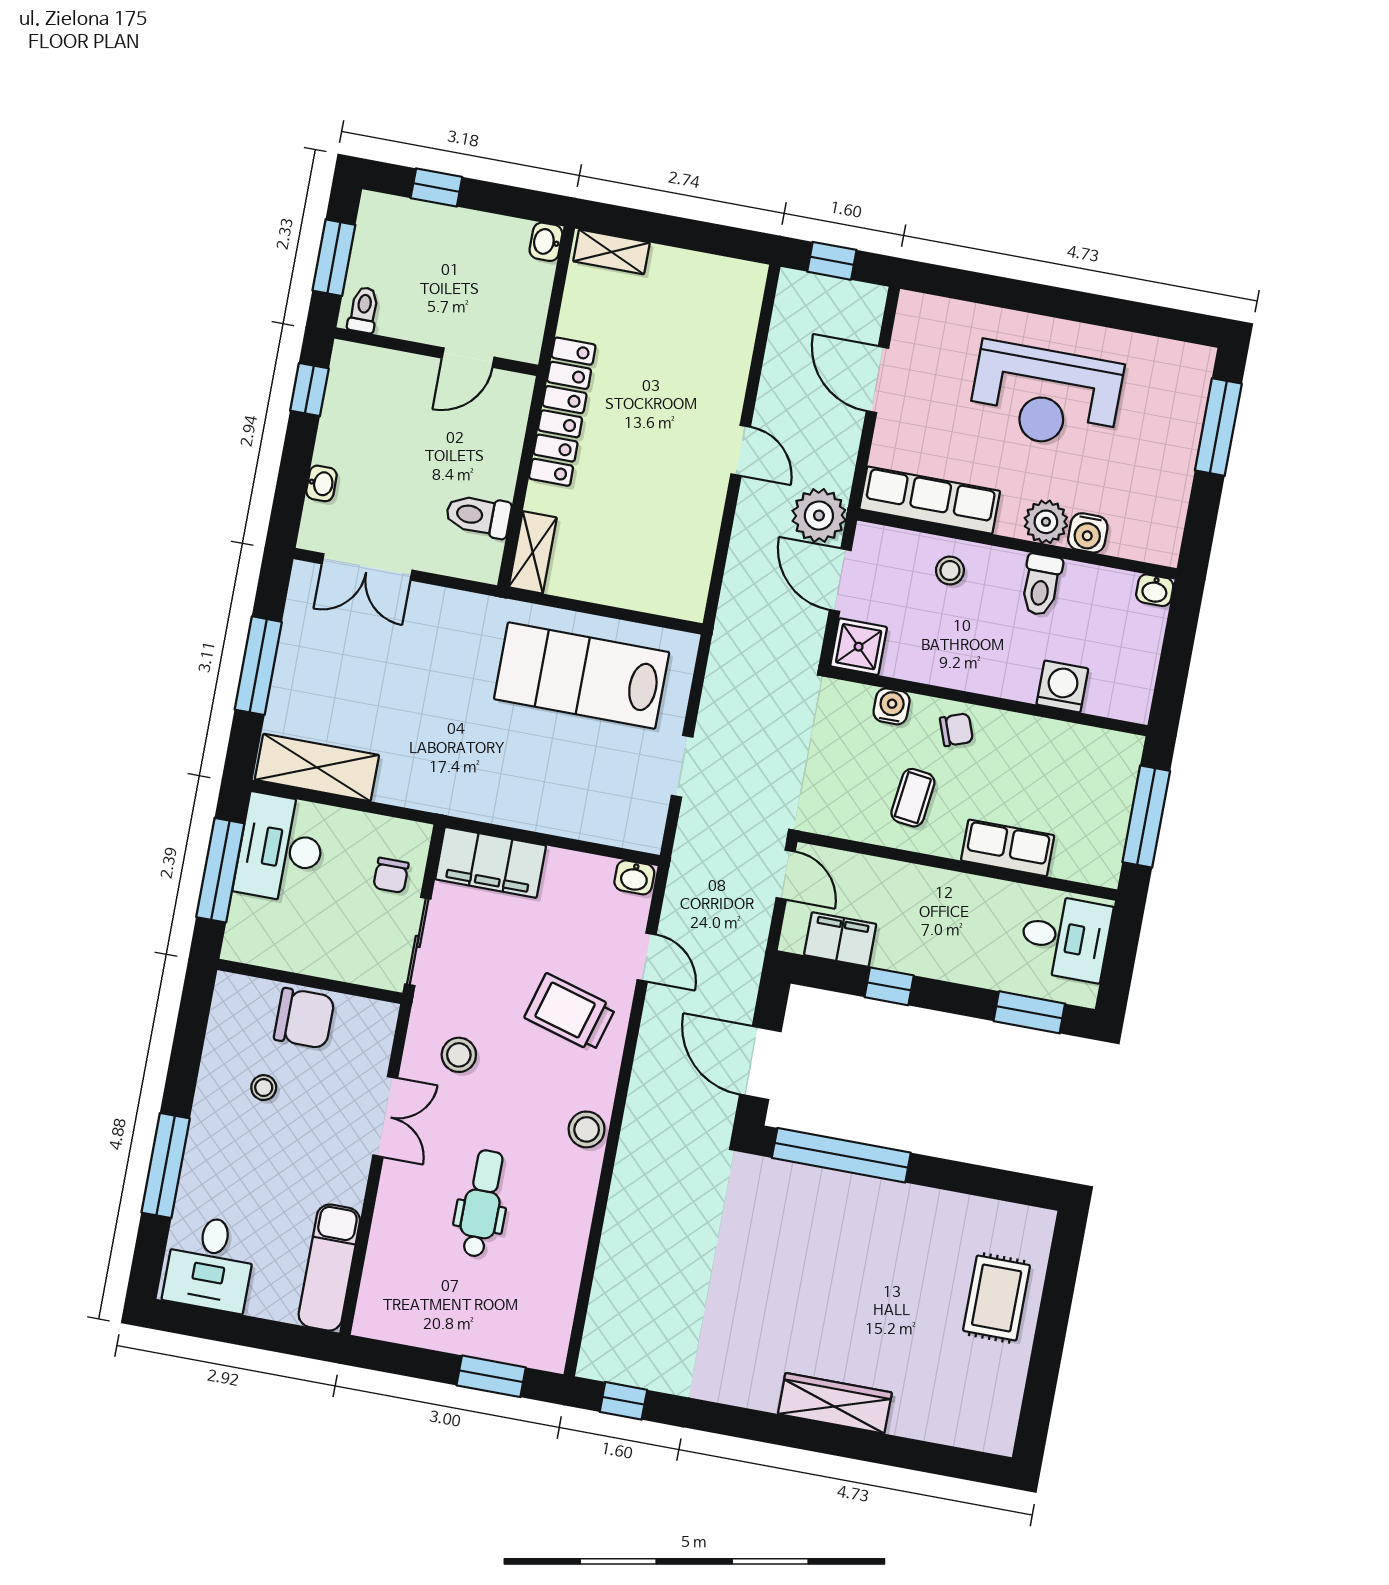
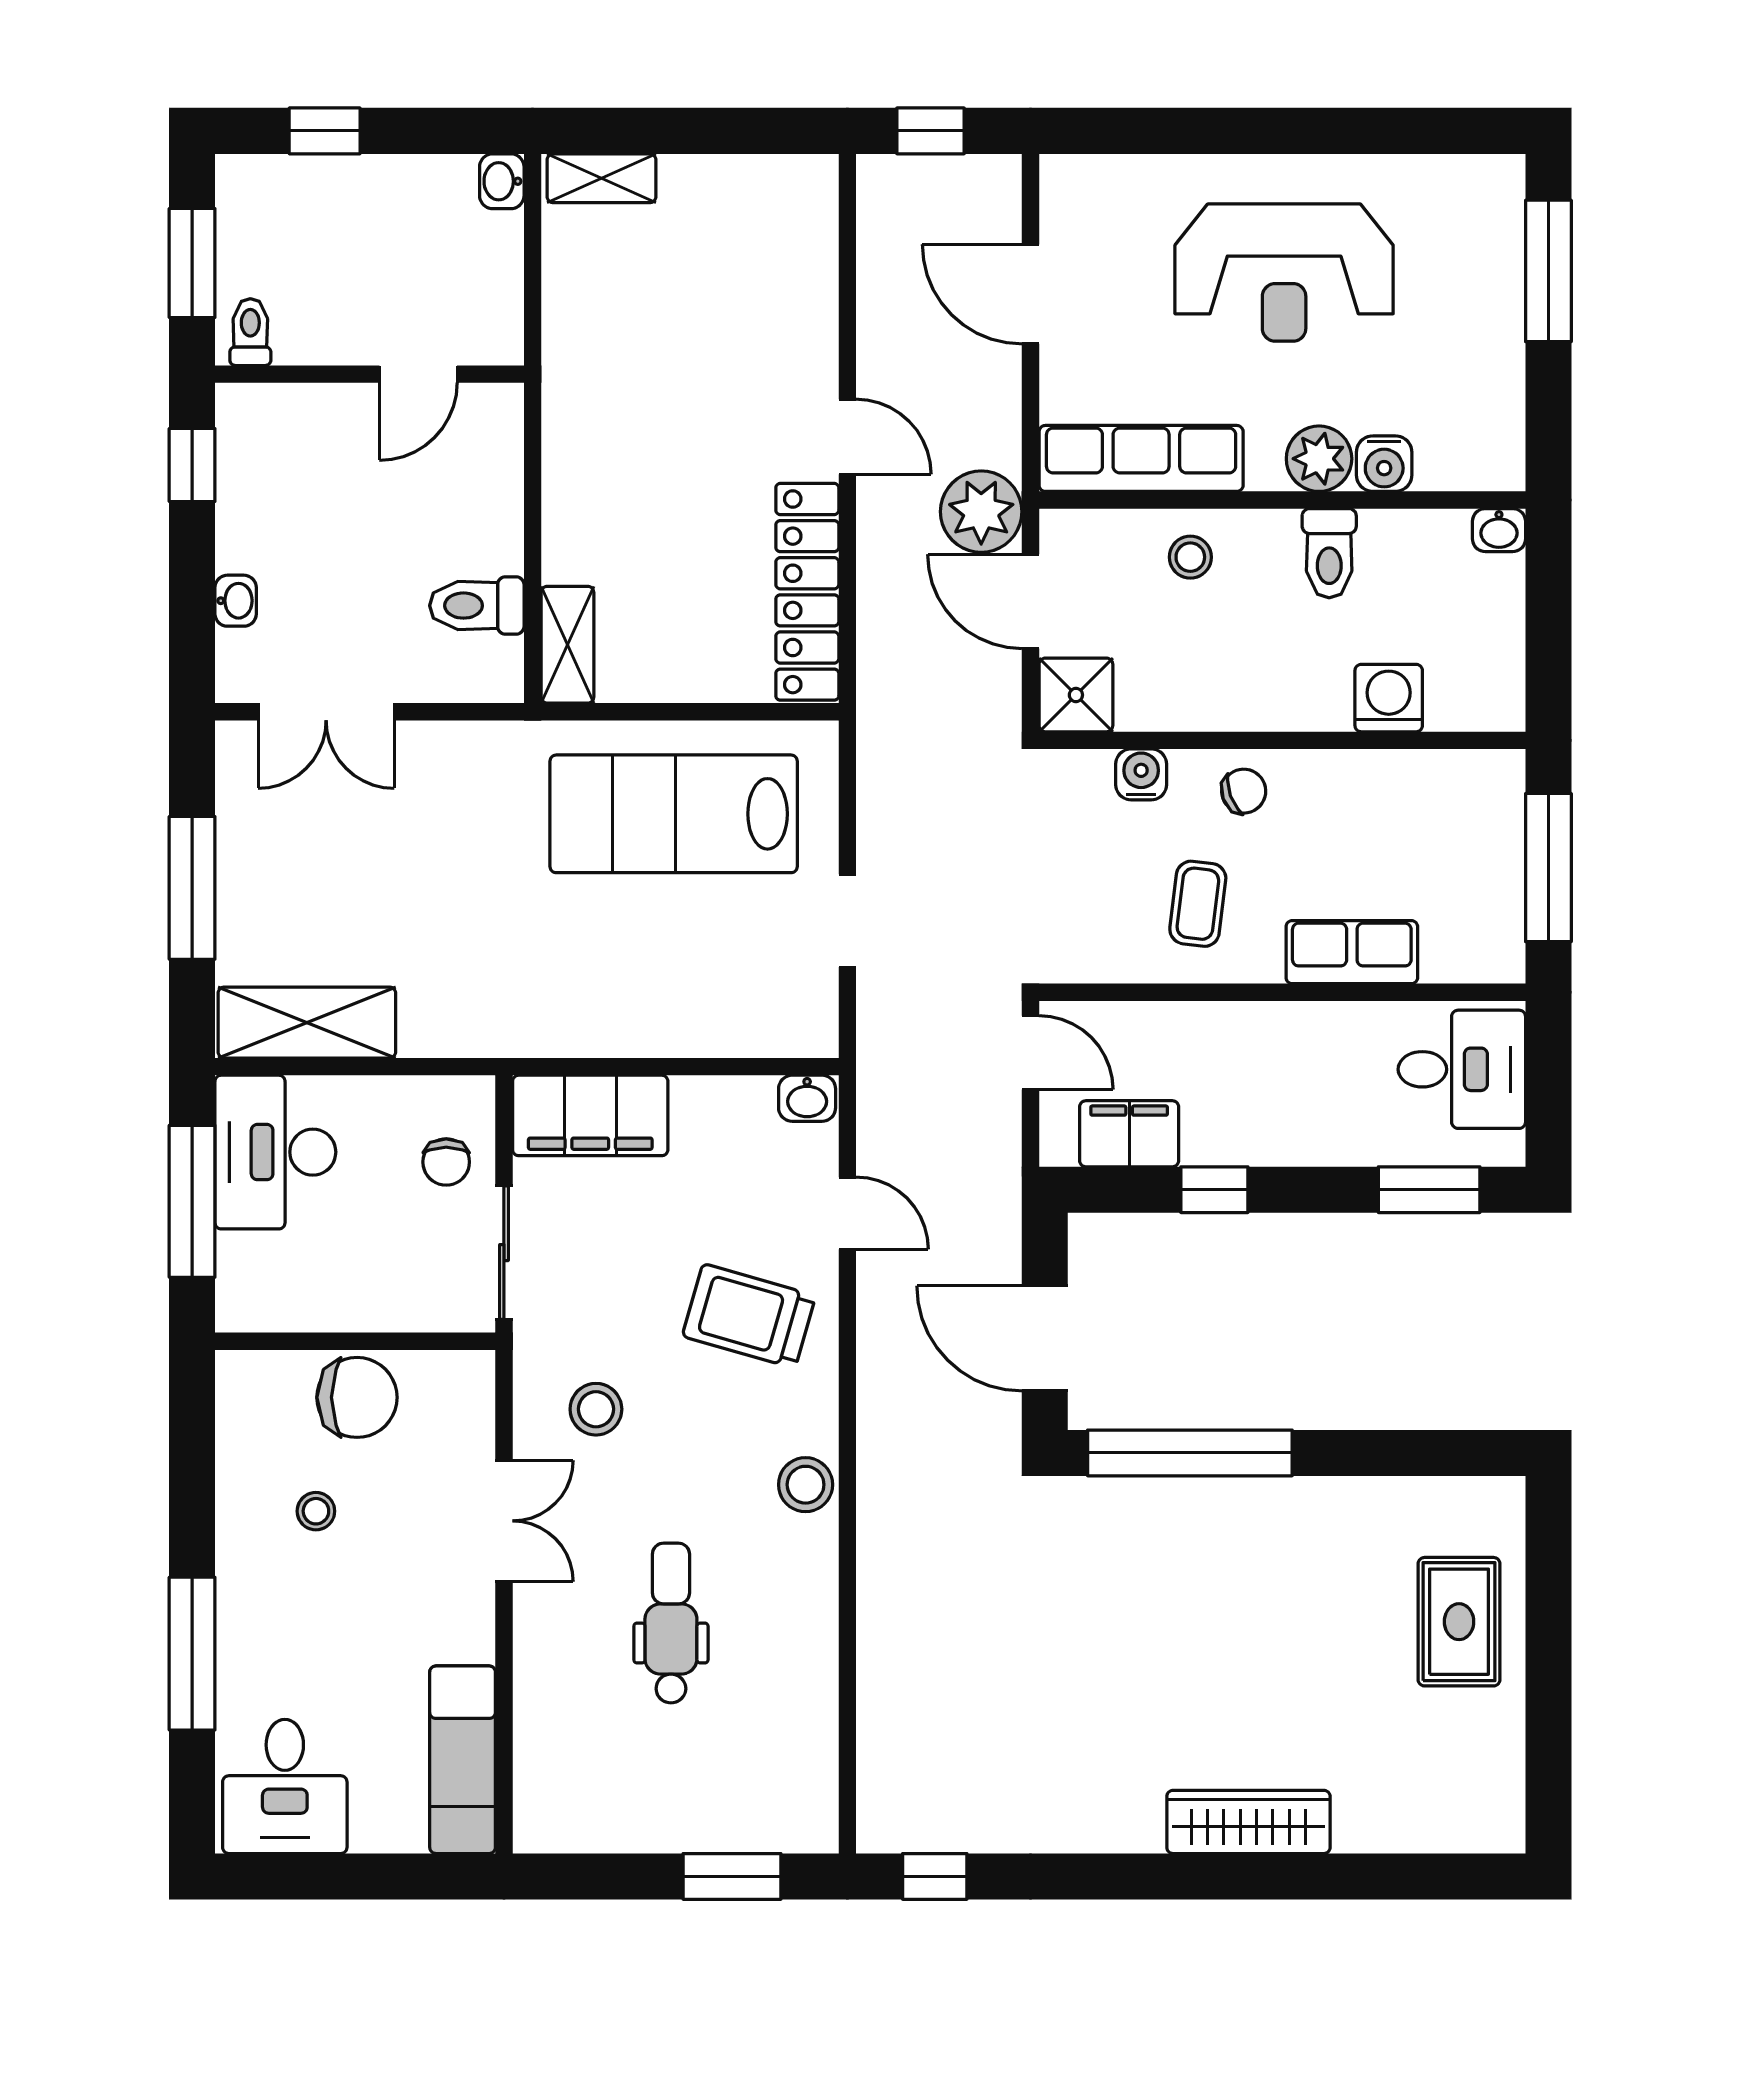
locker: (562, 412) -> (807, 592), moved, turned 180

